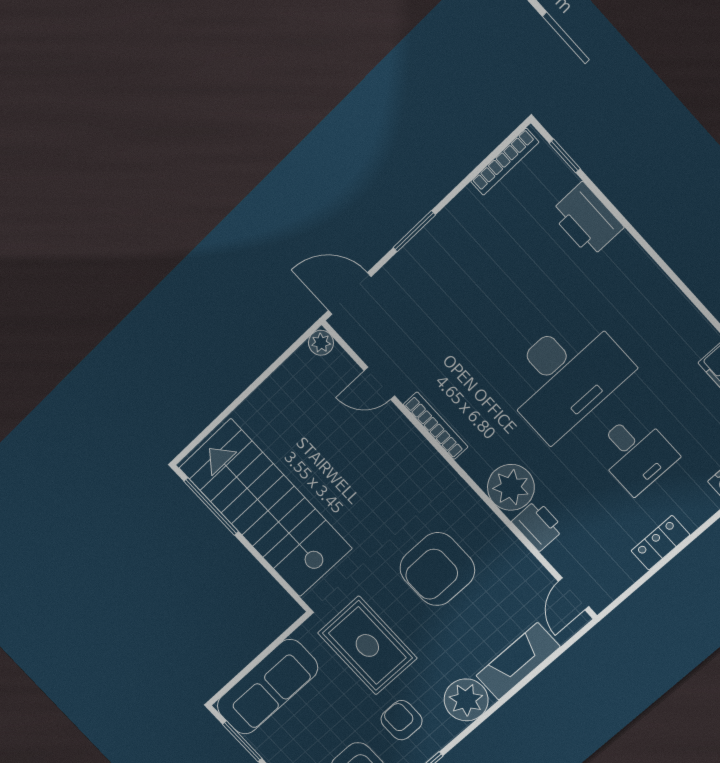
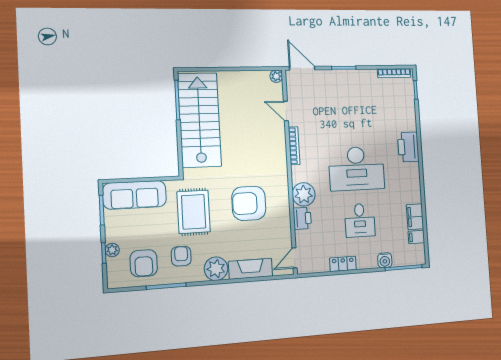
printer: (587, 220) -> (408, 147), moved

